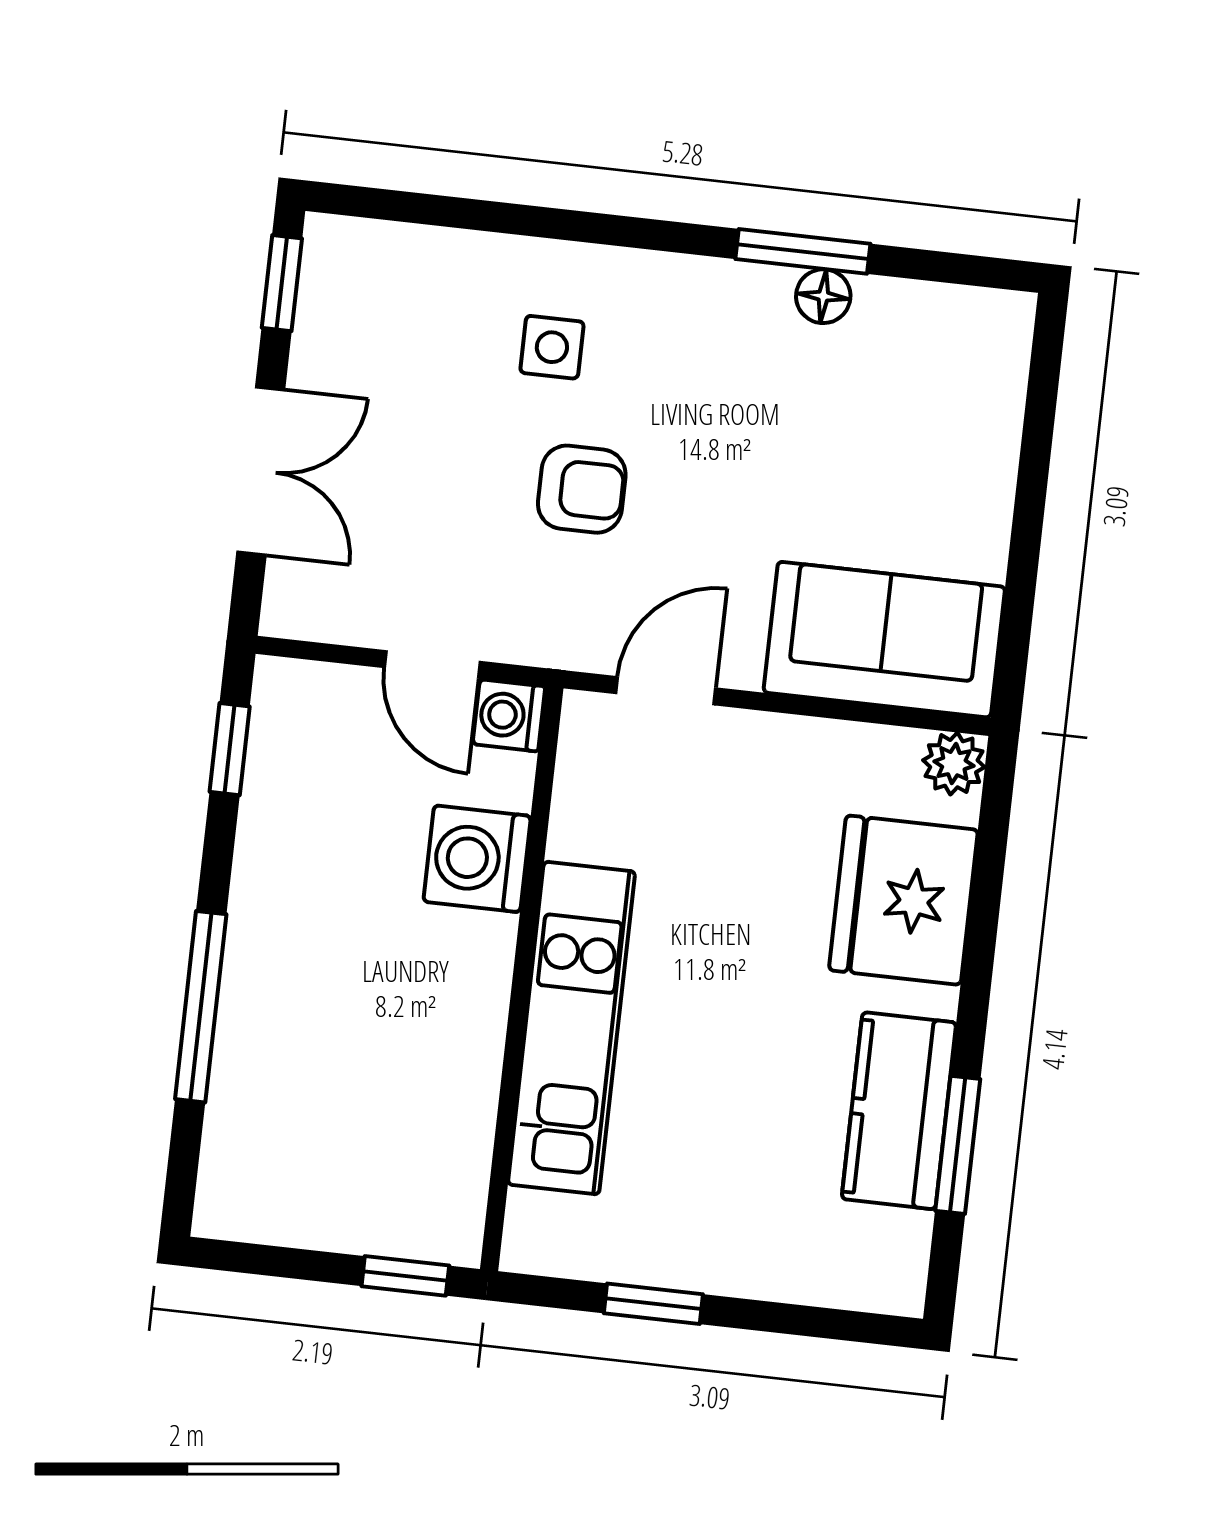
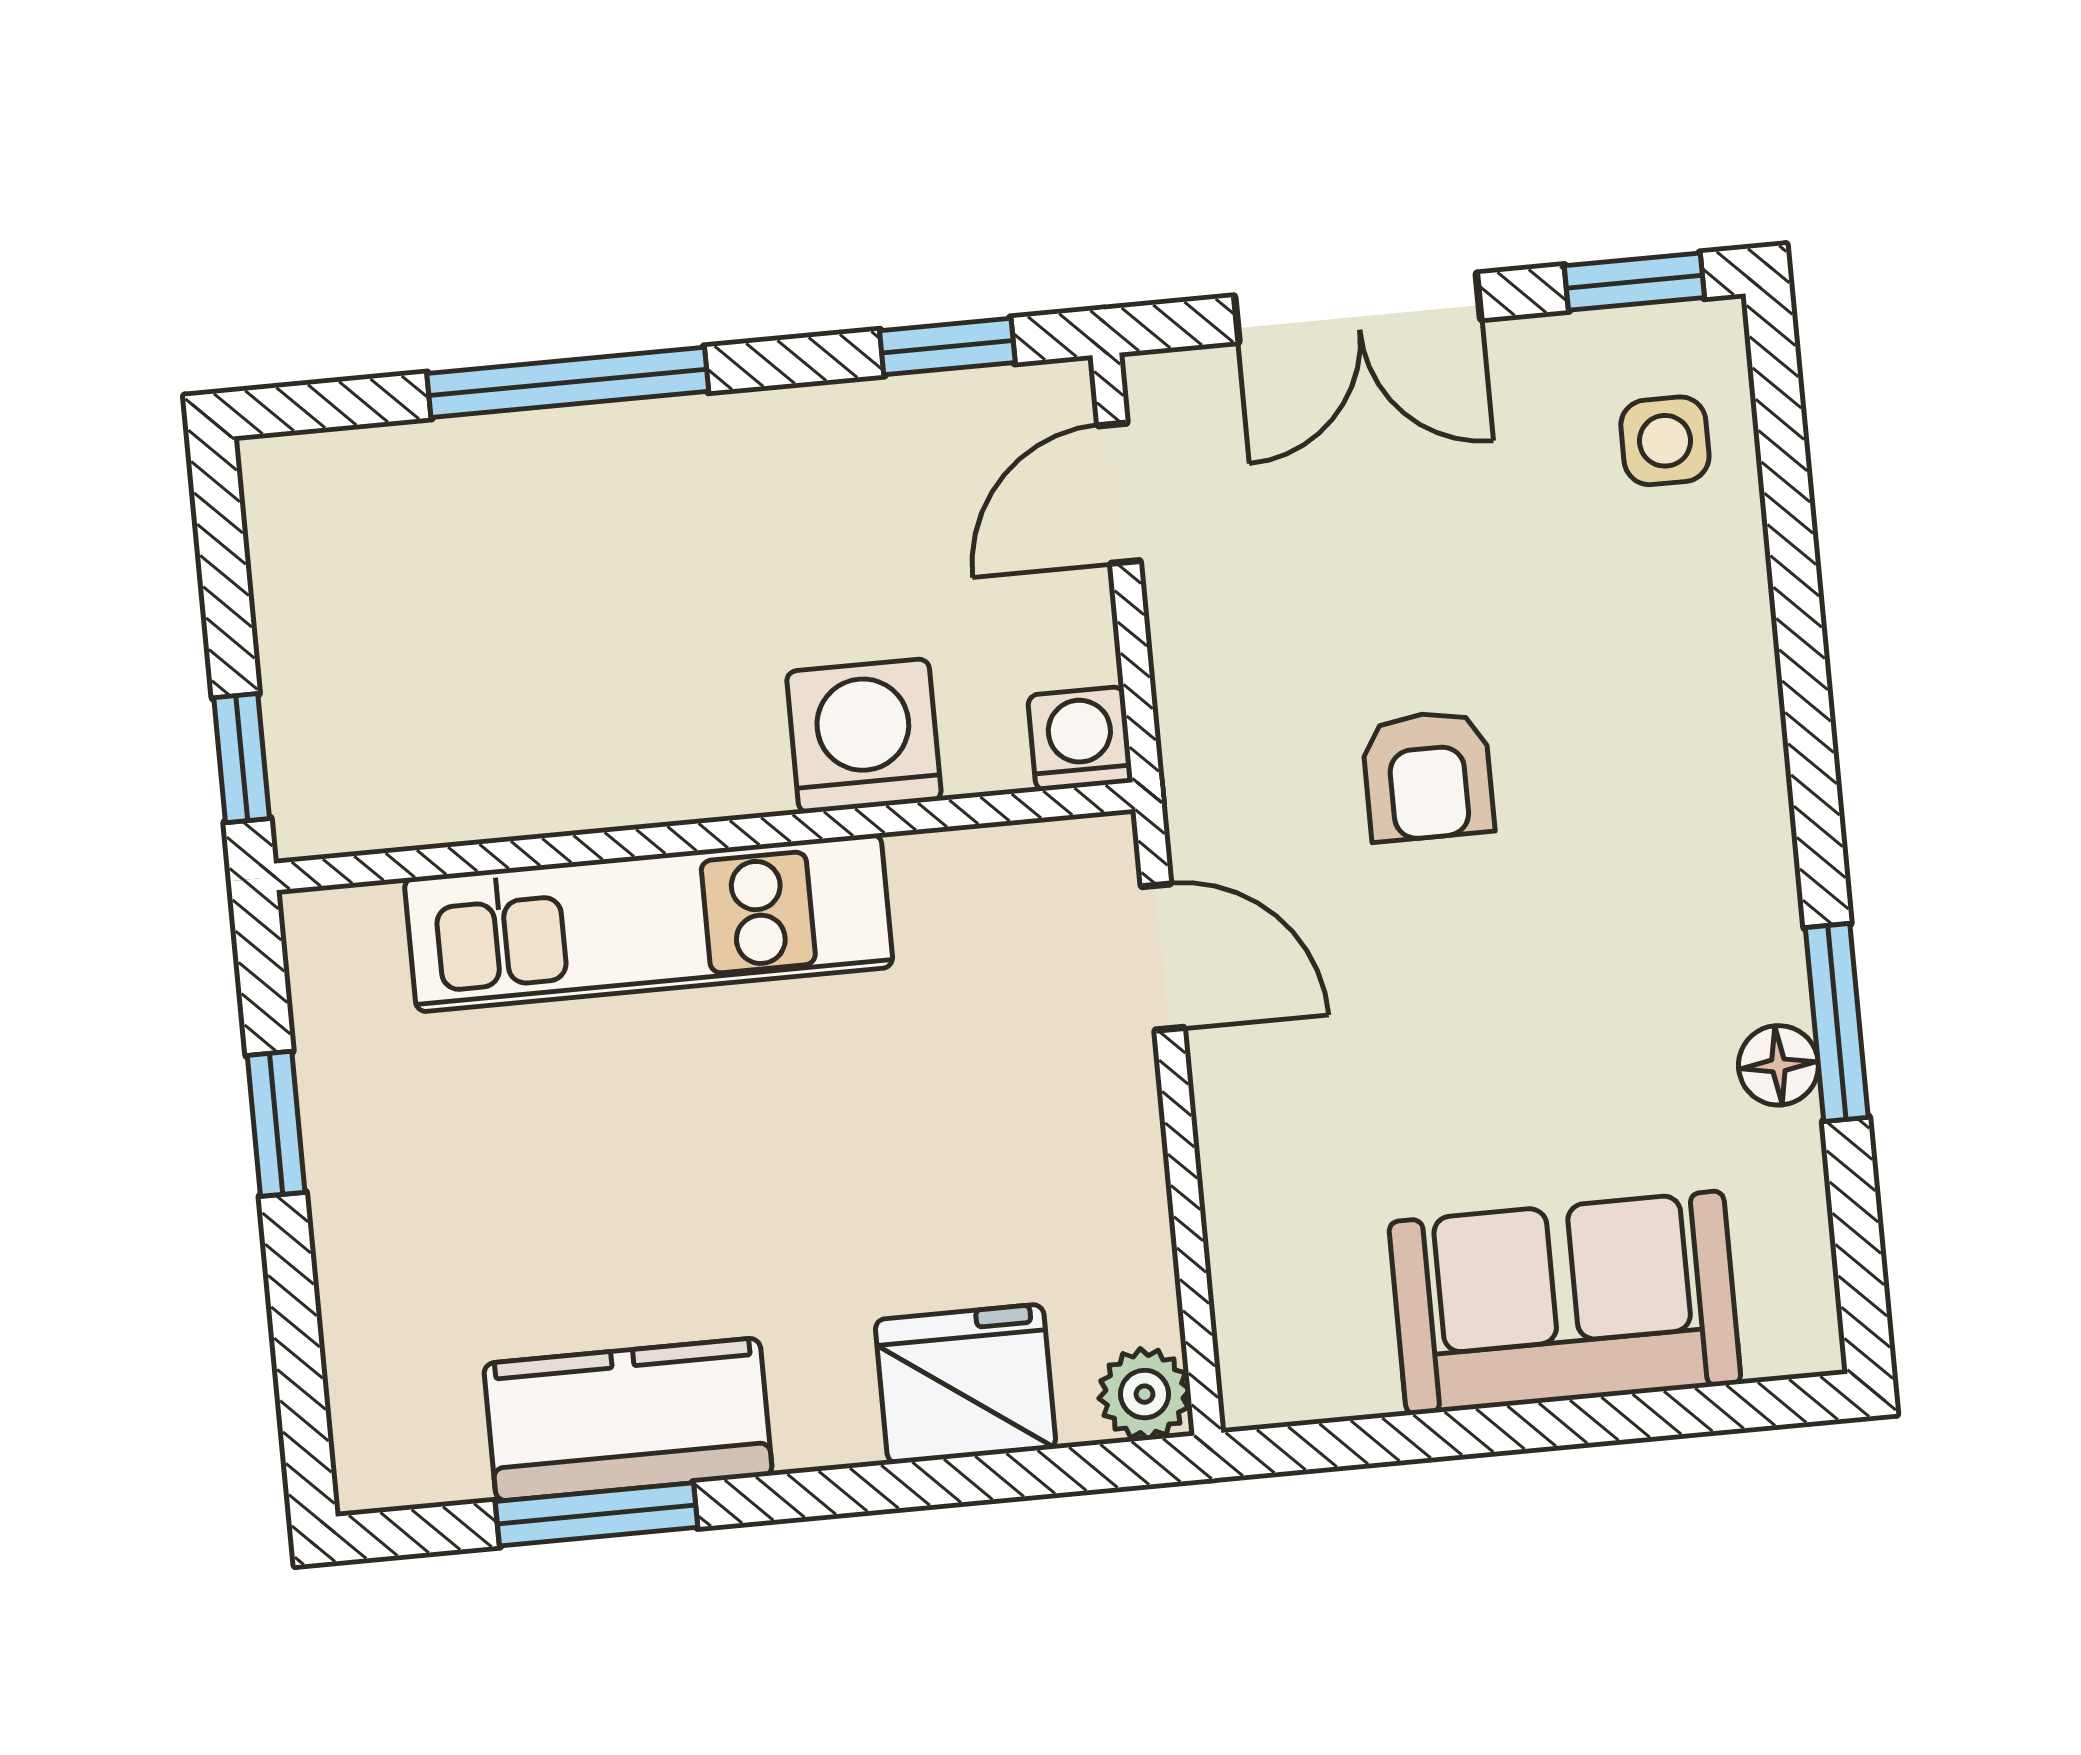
side table: (552, 347) -> (1665, 441), moved
sofa: (884, 640) -> (1565, 1303), moved, turned -90
door: (432, 665) -> (1119, 493), moved
fridge: (903, 900) -> (966, 1384), width x0.73, depth x0.75

